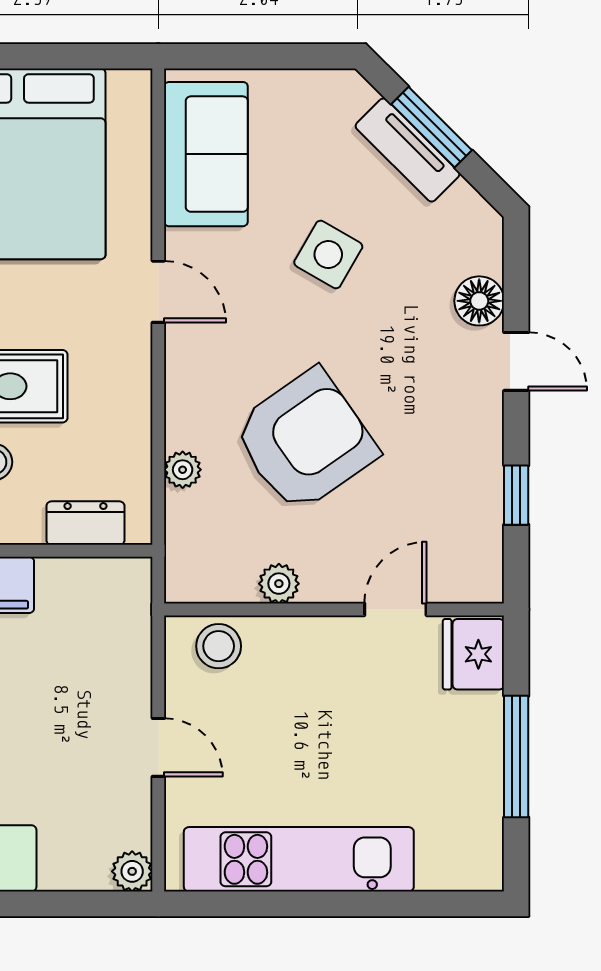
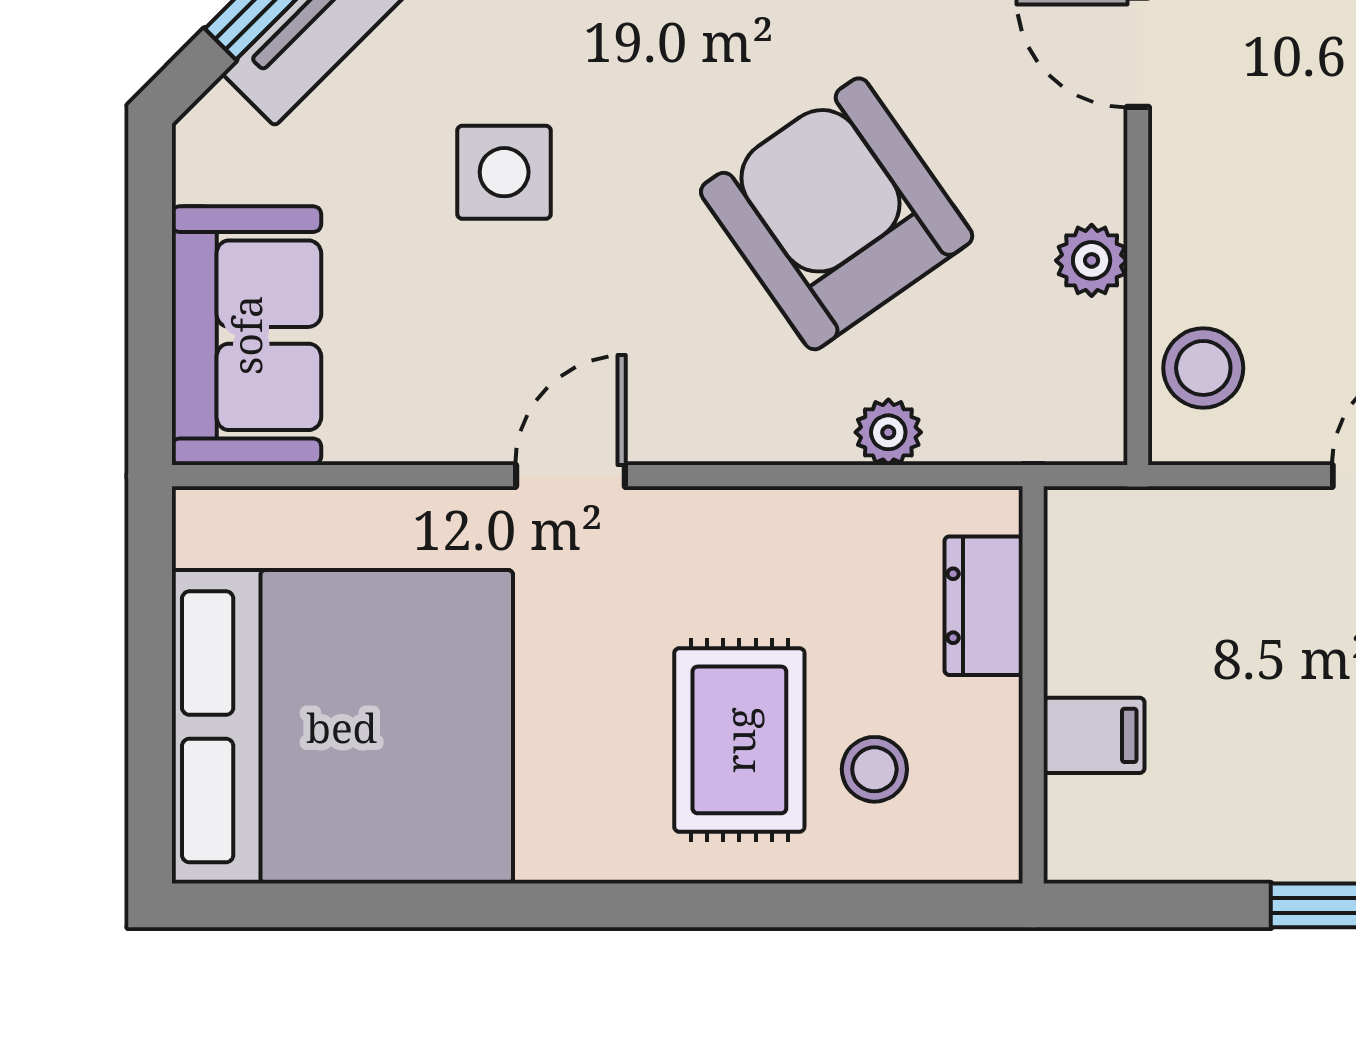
sofa: (206, 154) -> (246, 335), moved, turned 90
side table: (328, 254) -> (504, 172), turned -30

